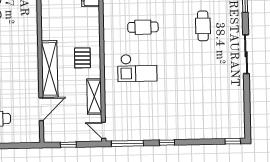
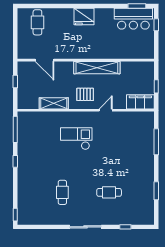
cafe table: (143, 27) -> (62, 192), moved
checkout: (137, 68) -> (76, 139), turned 90
shelving: (50, 69) -> (97, 68), moved
door: (104, 130) -> (106, 110), moved

